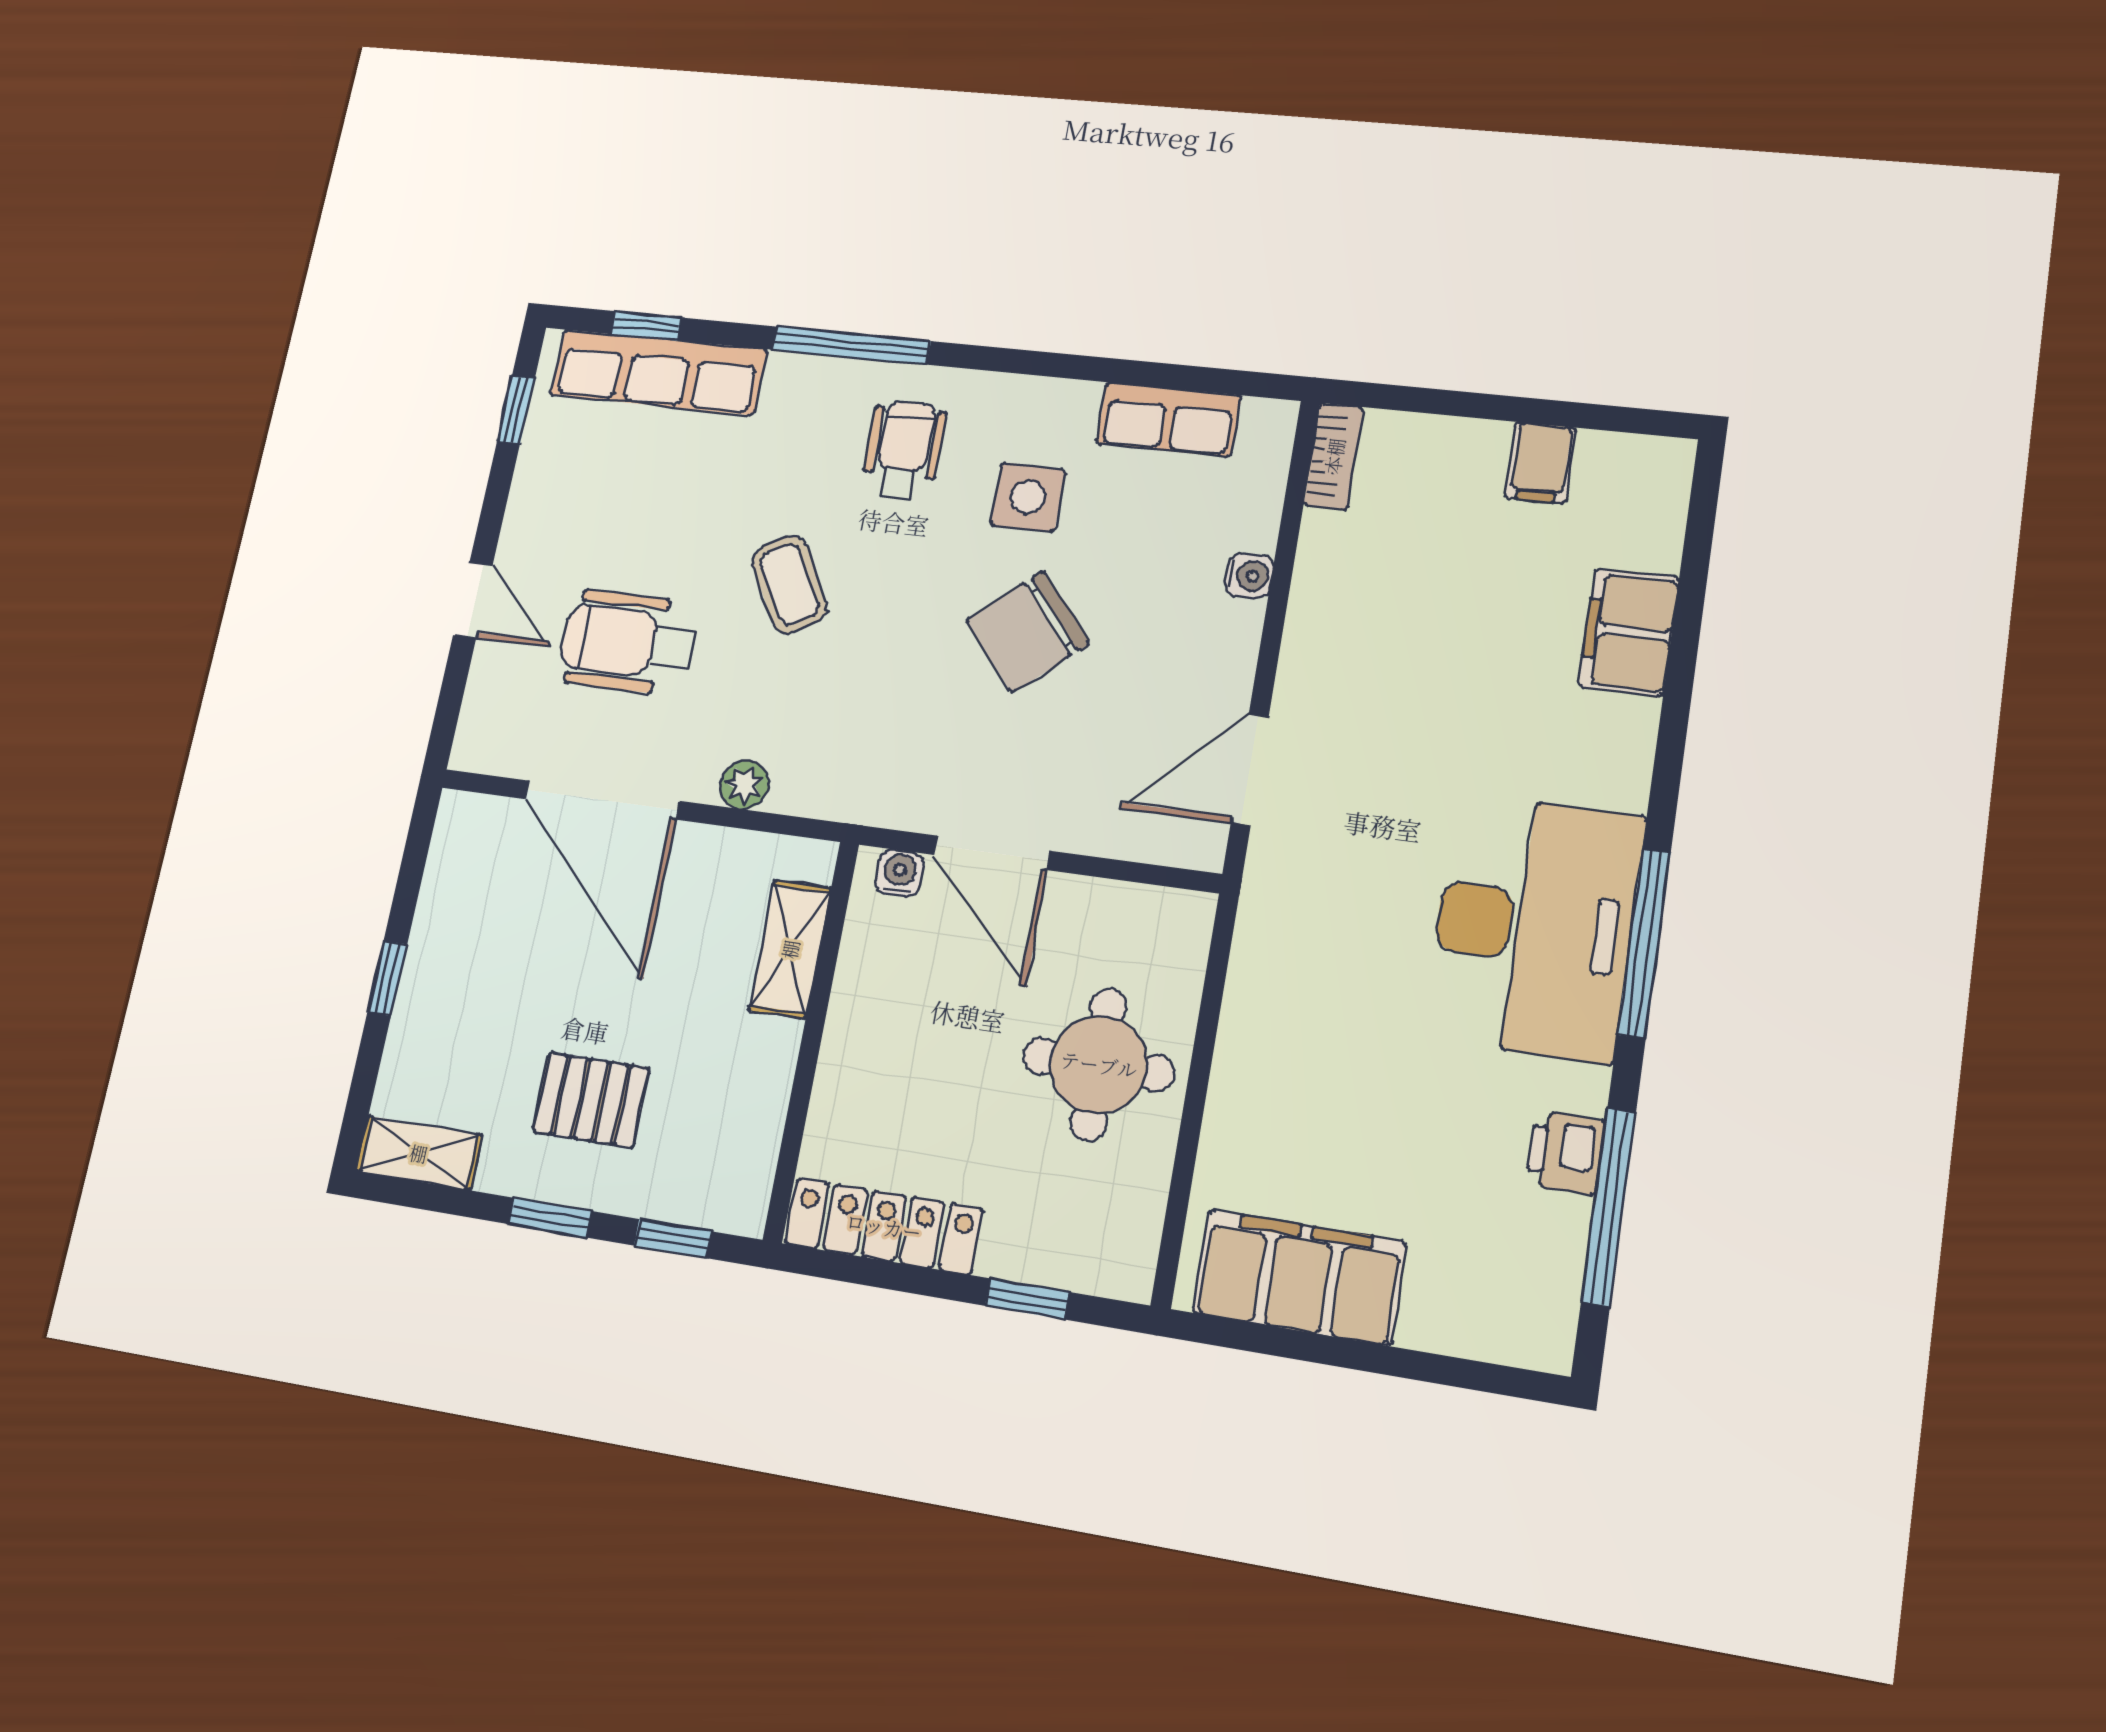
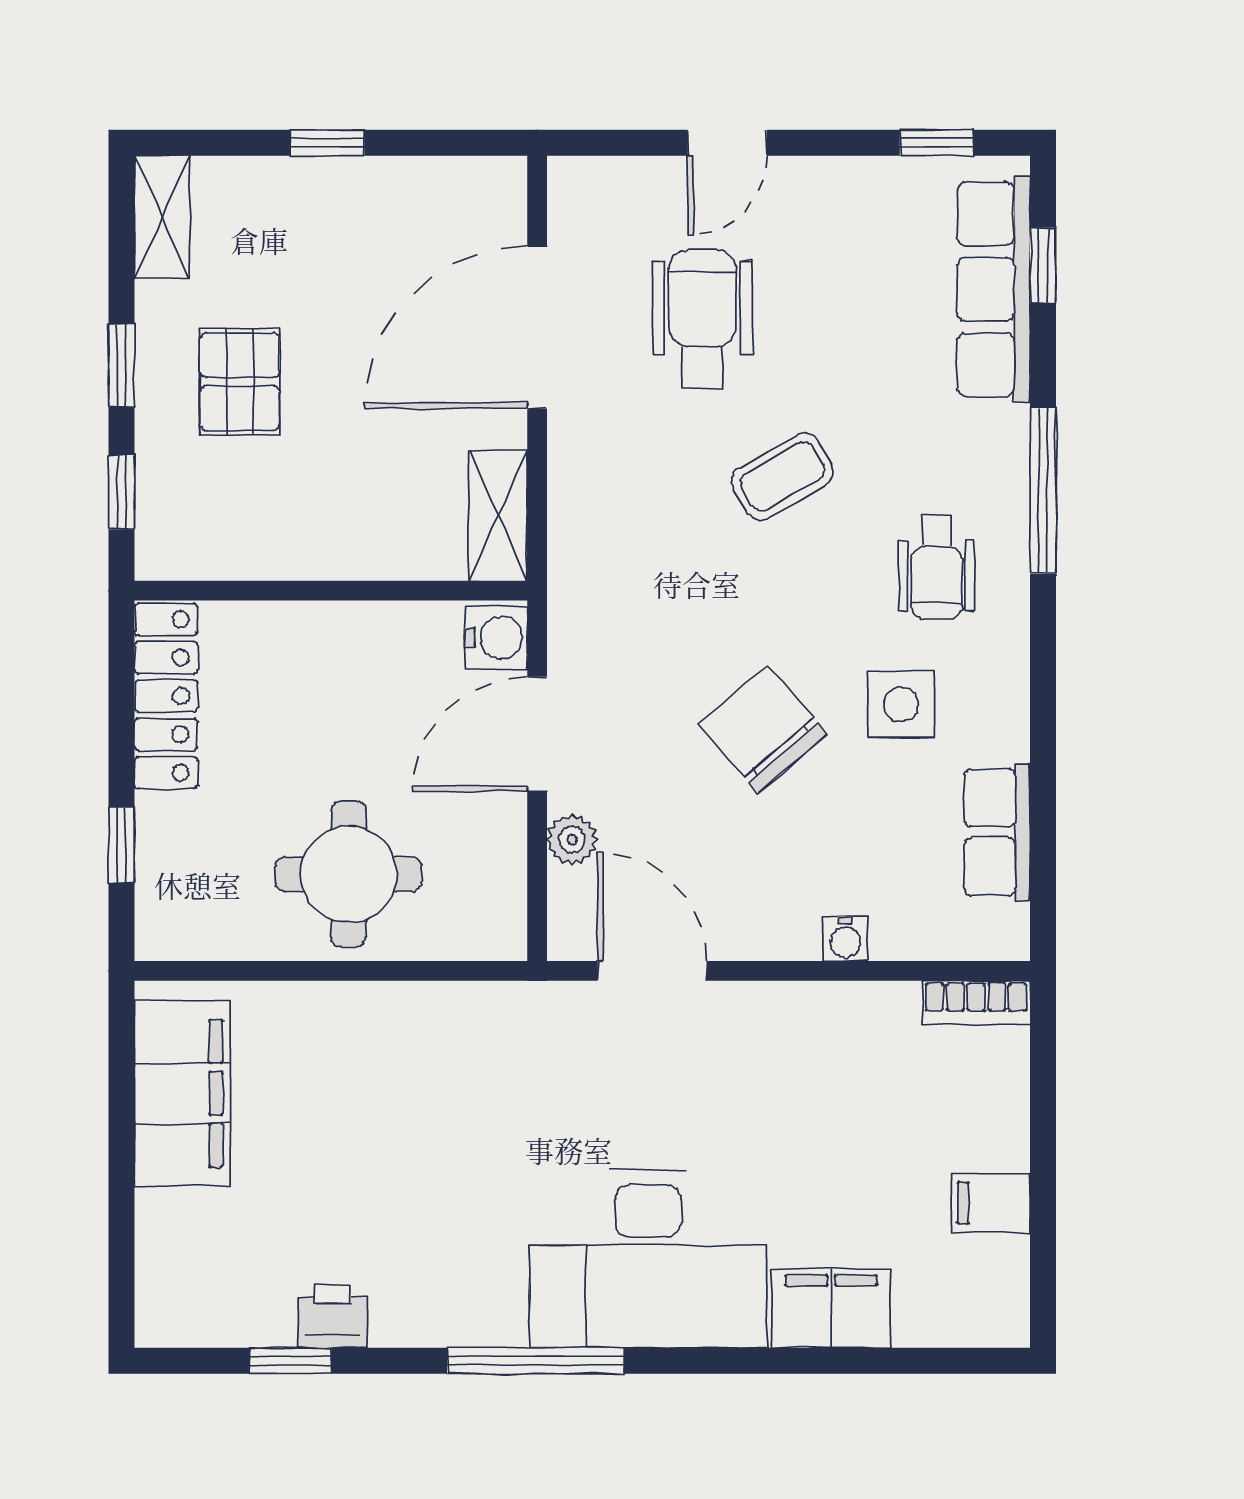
wheelchair: (904, 450) -> (937, 567), turned 90
plant: (744, 785) -> (572, 839), moved
water cooler: (899, 873) -> (496, 638), width x1.38, depth x1.38
desk: (1534, 927) -> (648, 1259), moved
shelving: (790, 949) -> (498, 515), moved, turned 90
window: (1609, 1207) -> (290, 1361), width x0.46

